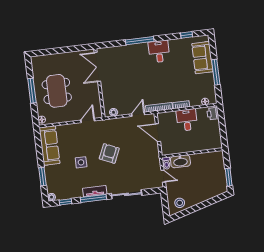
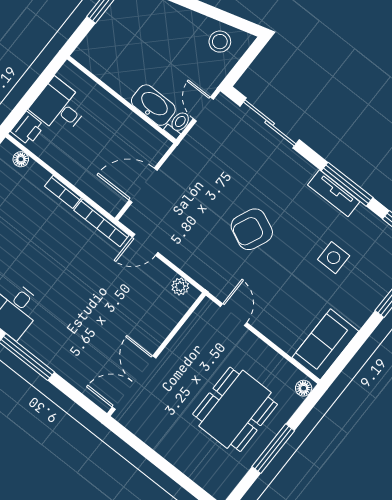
double door: (97, 67) -> (134, 383), swing flipped
door: (88, 120) -> (234, 315), swing flipped
desk: (187, 120) -> (59, 107), moved, turned 90
door: (158, 133) -> (143, 185), swing flipped
sofa: (49, 146) -> (325, 344), width x0.73
side table: (81, 162) -> (334, 258), moved
sliding door: (127, 194) -> (270, 123), moved

